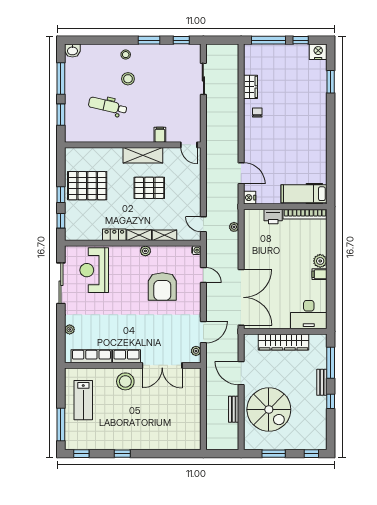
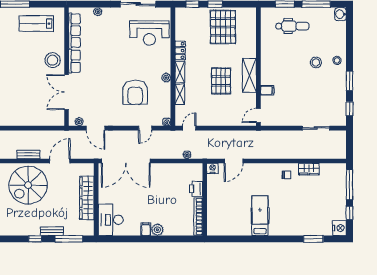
dental chair: (108, 106) -> (292, 26), moved, turned 77
hospital bed: (304, 194) -> (260, 216), moved
reception desk: (94, 270) -> (149, 33), turned 180
armchair: (162, 286) -> (135, 92), turned -90

